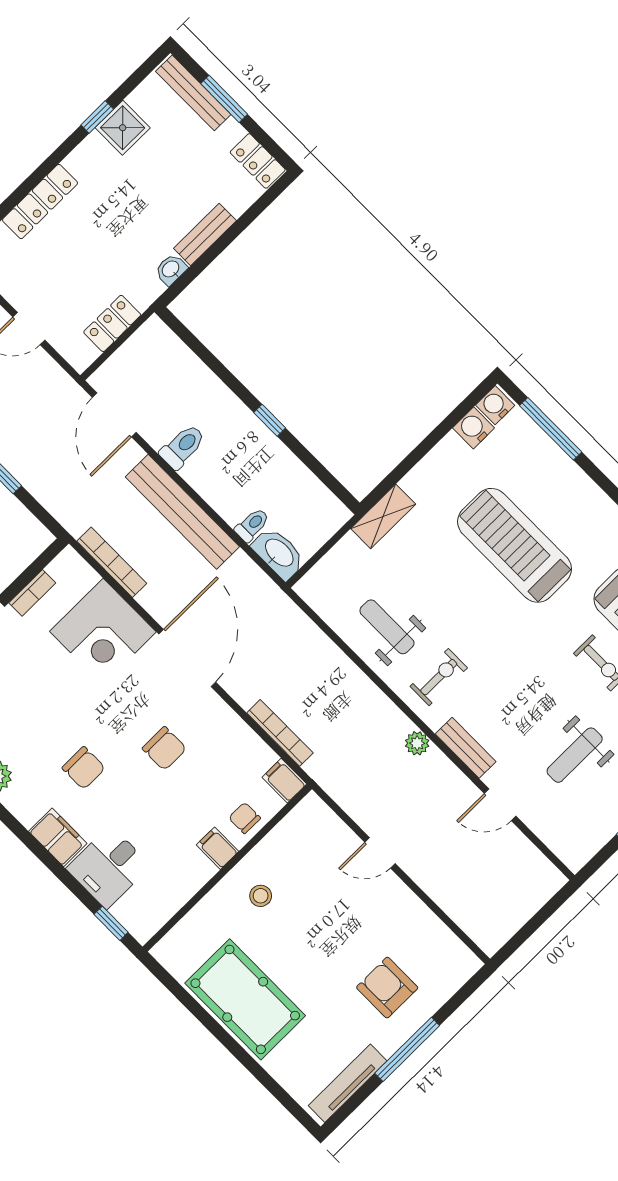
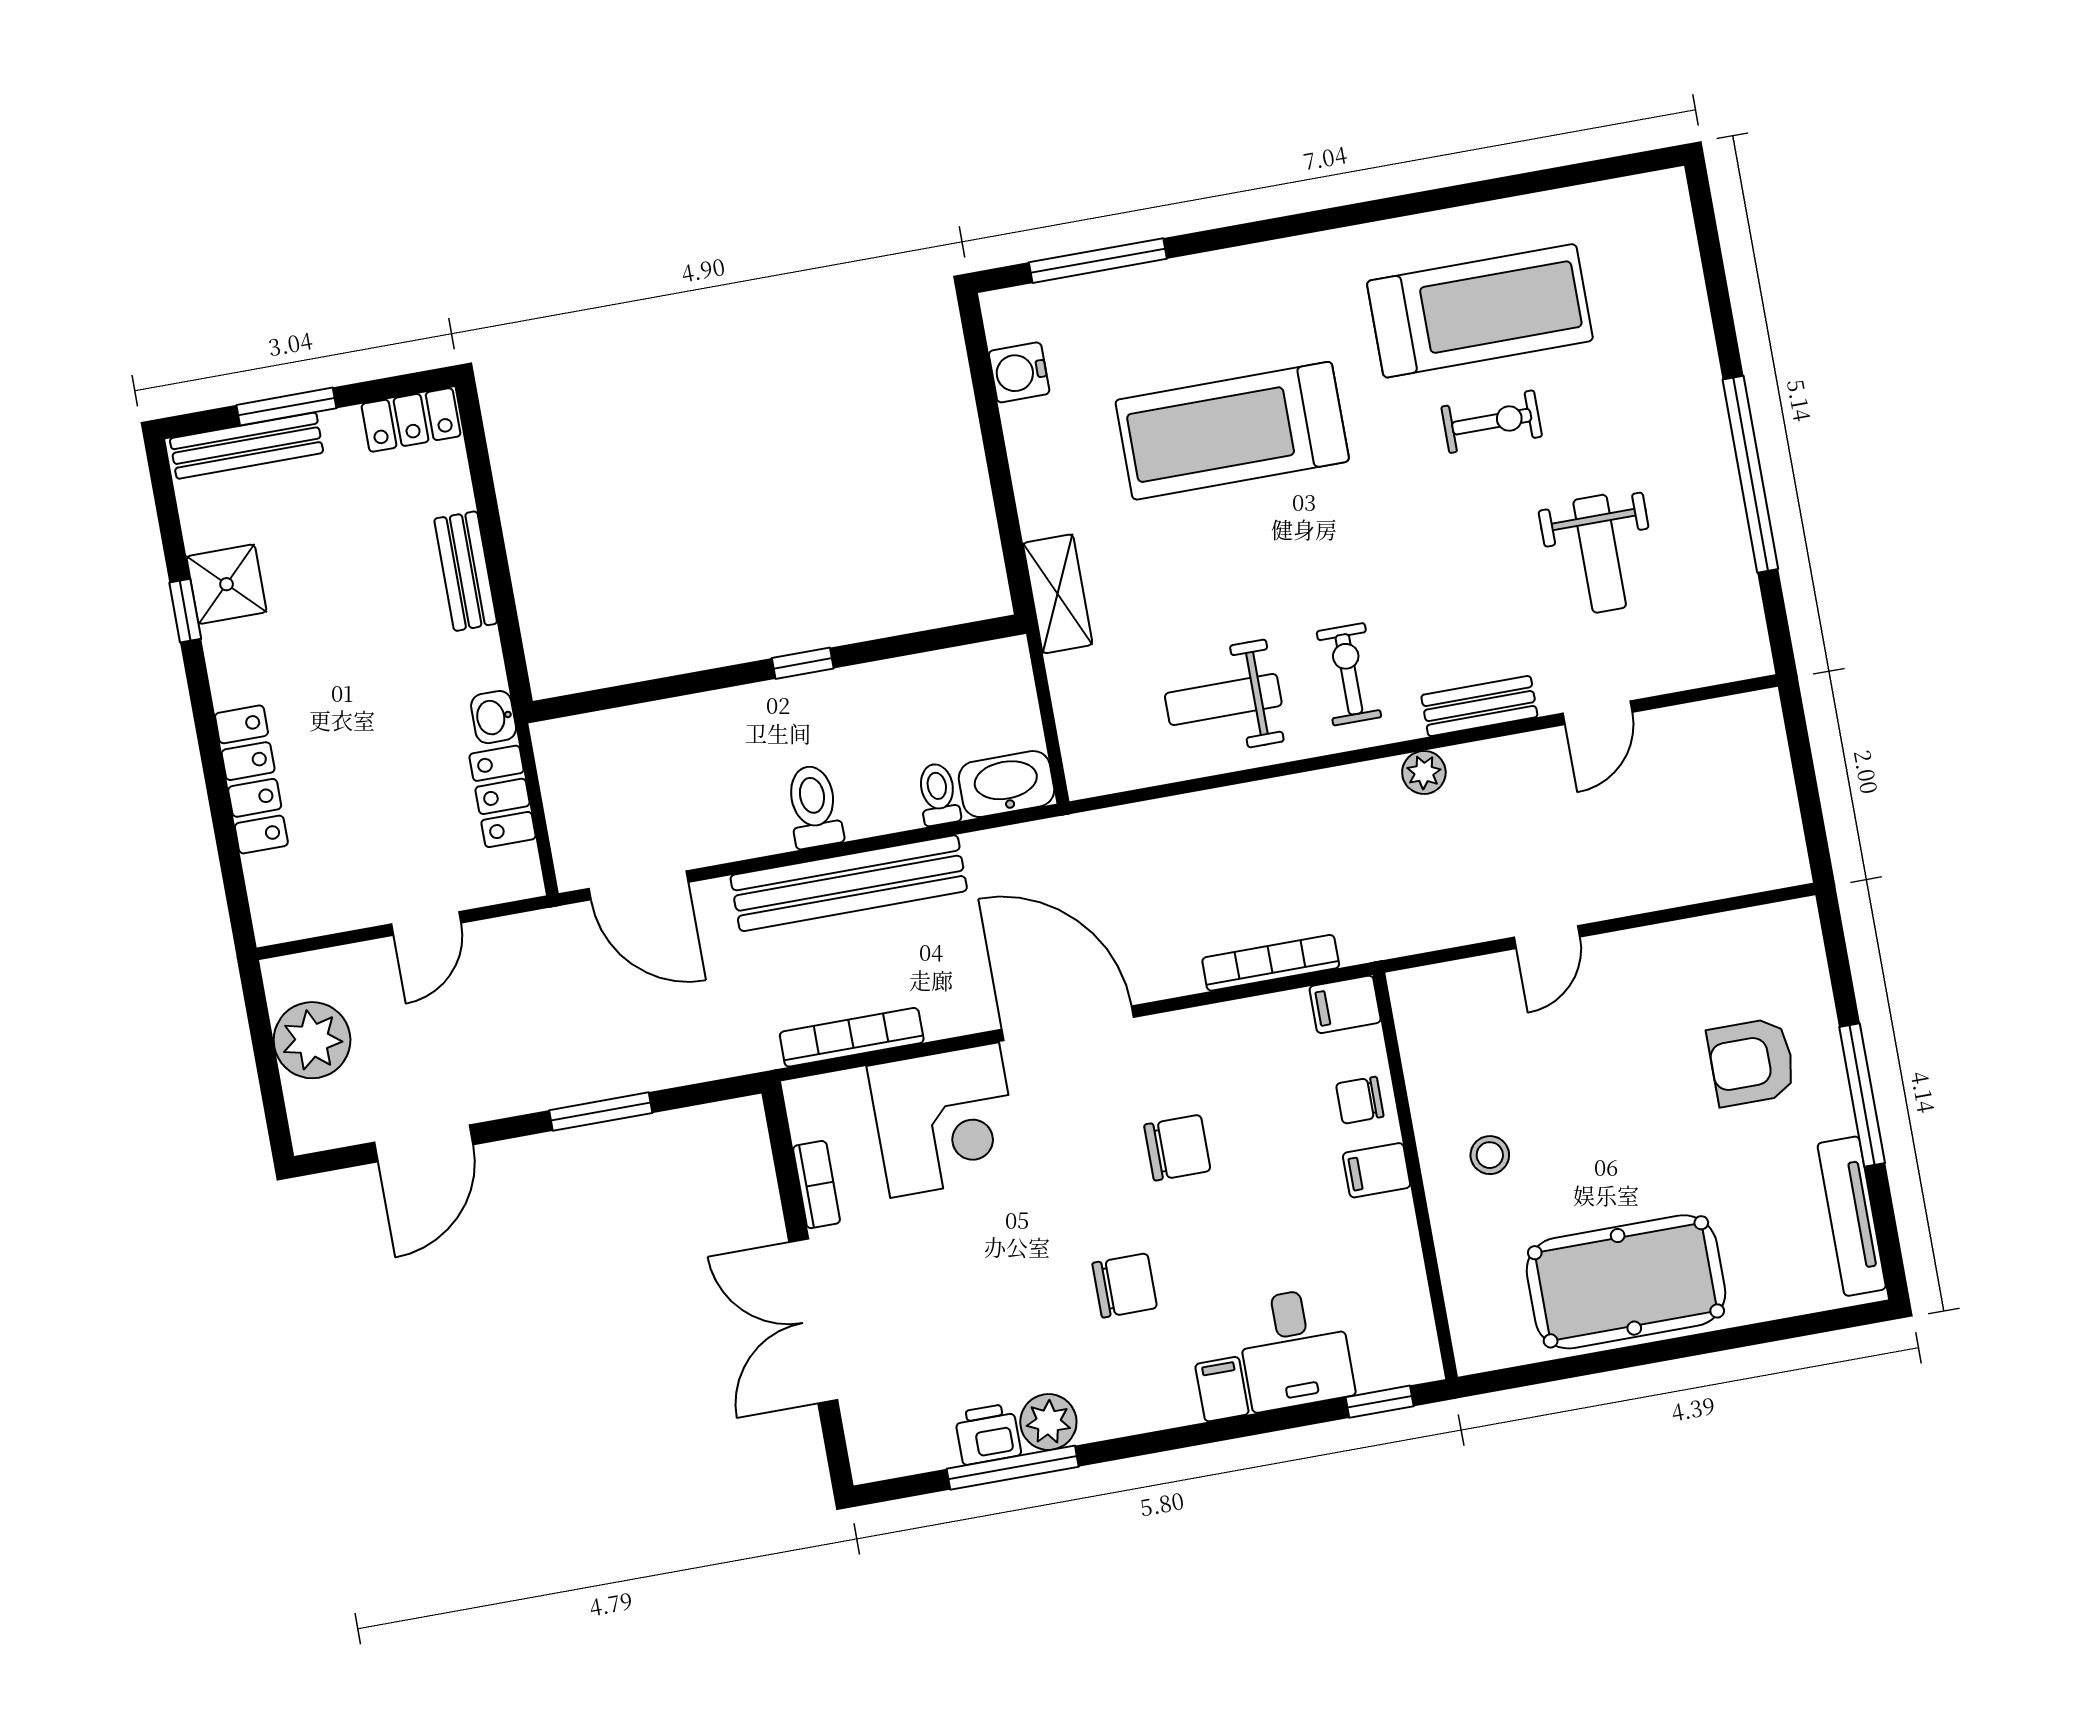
washbasin: (171, 269) -> (494, 717), moved
water cooler: (495, 405) -> (1008, 318), removed
toilet: (183, 447) -> (814, 806), moved
filing cabinet: (58, 837) -> (1222, 1389), width x0.50

